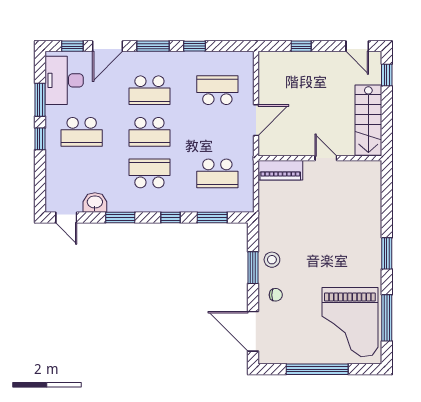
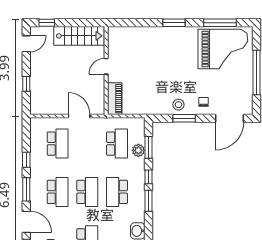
school desk: (217, 90) -> (58, 144), turned 180
plant: (208, 203) -> (138, 150), added
window: (120, 218) -> (148, 201), moved

